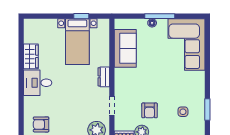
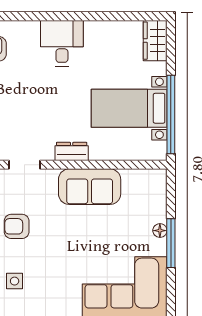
window: (81, 16) -> (171, 115), width x3.17
sofa: (125, 48) -> (90, 187), moved
wardrobe: (31, 56) -> (155, 41), moved, turned 90

